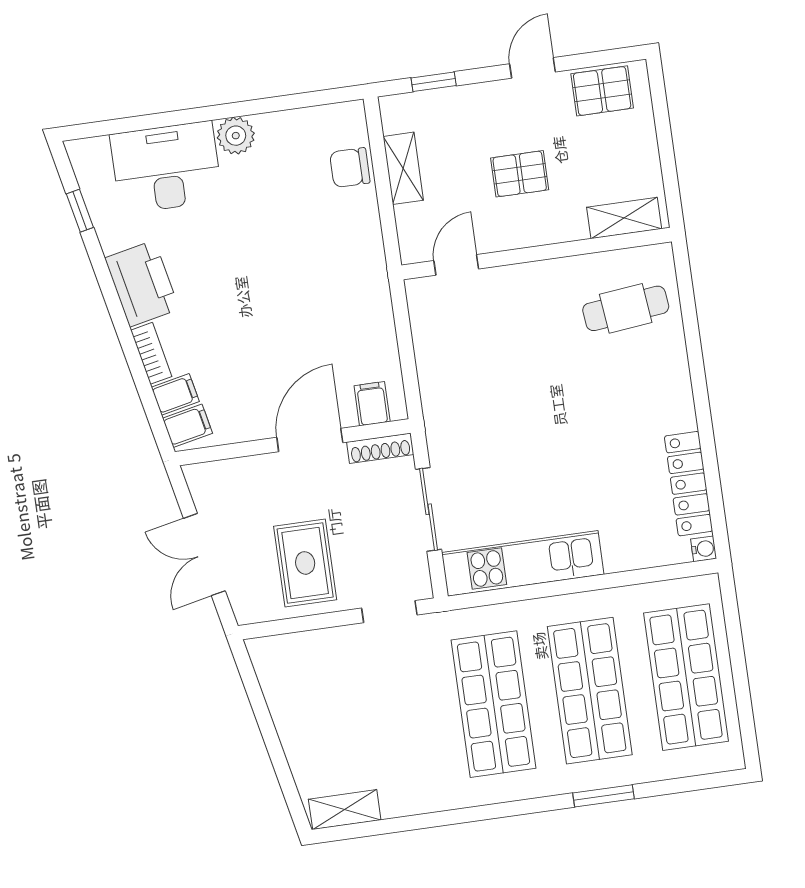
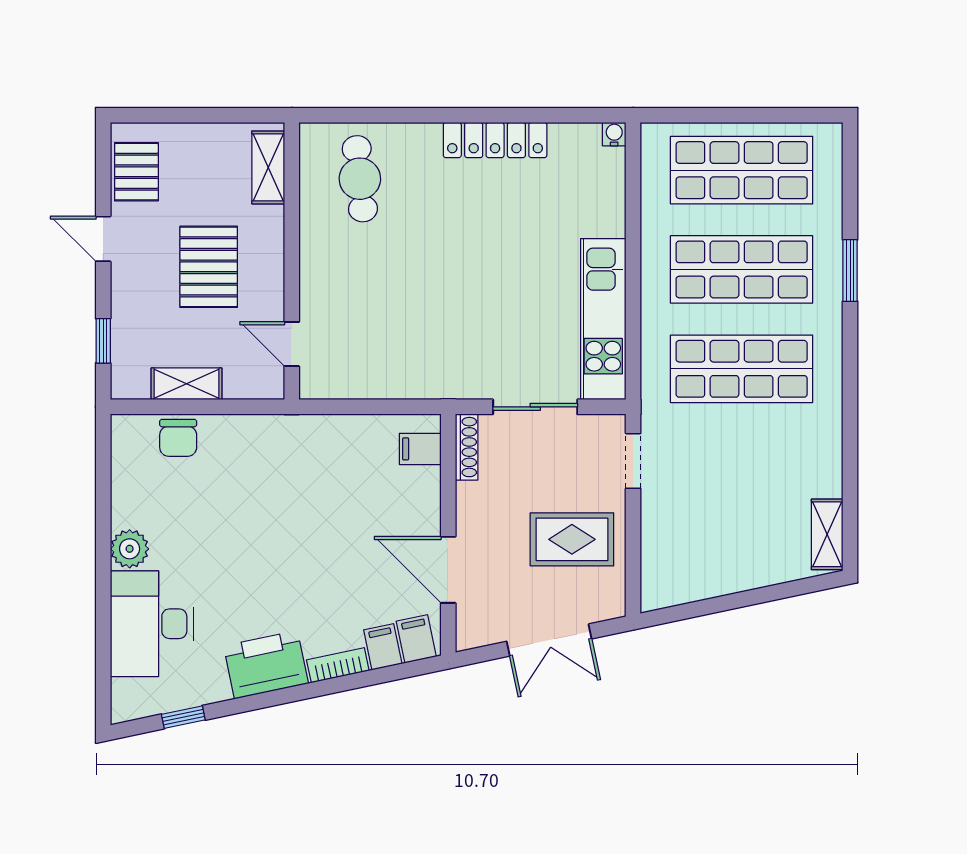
pallet: (520, 174) -> (209, 267), width x1.50, depth x1.42
door: (310, 440) -> (448, 570), moved
locker: (689, 484) -> (495, 140), moved

